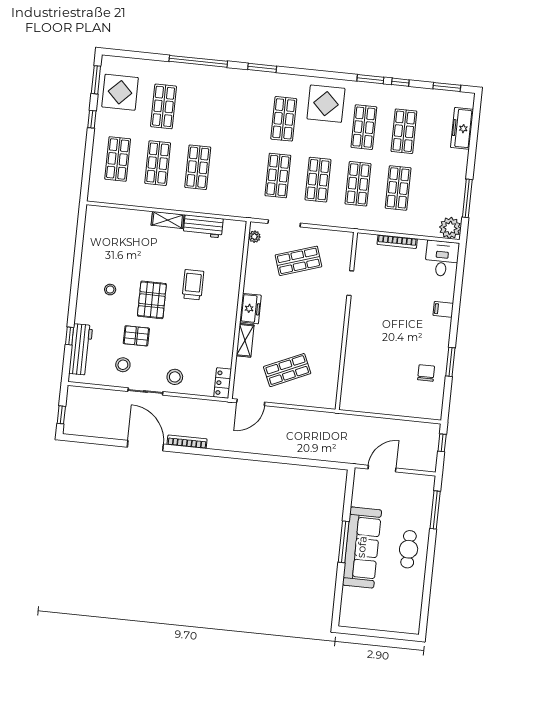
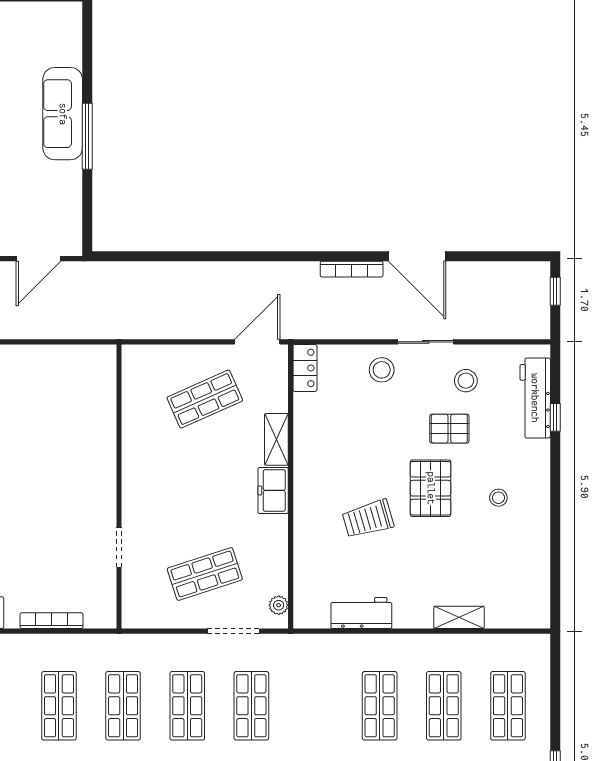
shelving: (168, 220) -> (459, 617), moved
trolley: (193, 285) -> (368, 519), turned 74
sofa: (362, 547) -> (63, 114), width x0.74, depth x0.79

